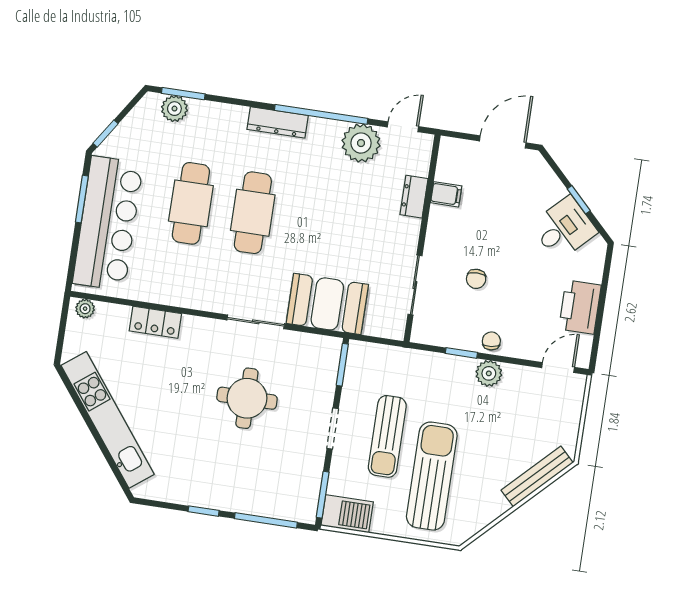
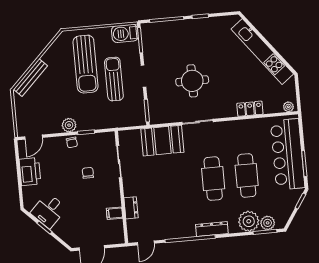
plant: (361, 143) -> (249, 221), moved

